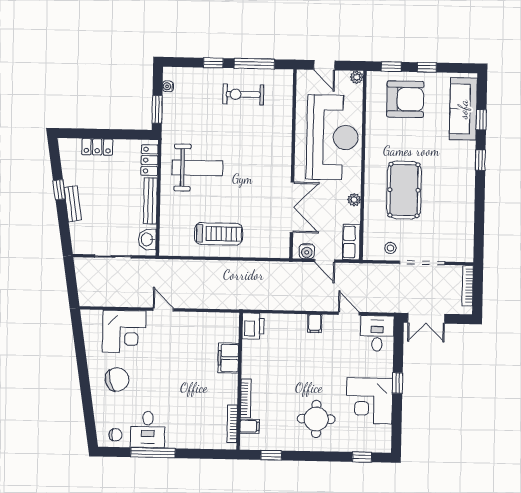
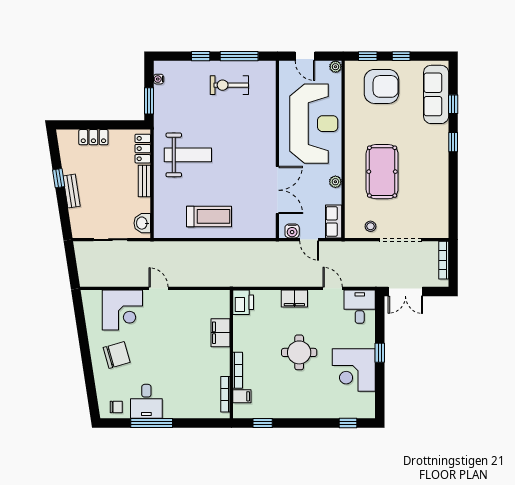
bench: (150, 201) -> (144, 181), width x0.73
filing cabinet: (315, 323) -> (294, 299), width x2.00
round table: (316, 419) -> (299, 352), moved

